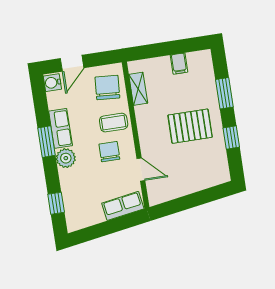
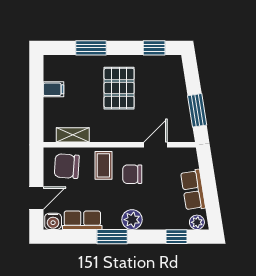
door: (72, 63) -> (36, 198), hinge flipped
row of seats: (61, 128) -> (82, 220), moved
window: (231, 137) -> (154, 48), moved
window: (180, 204) -> (197, 110), added
row of seats: (123, 206) -> (193, 190), moved
plant: (73, 221) -> (197, 222), added

